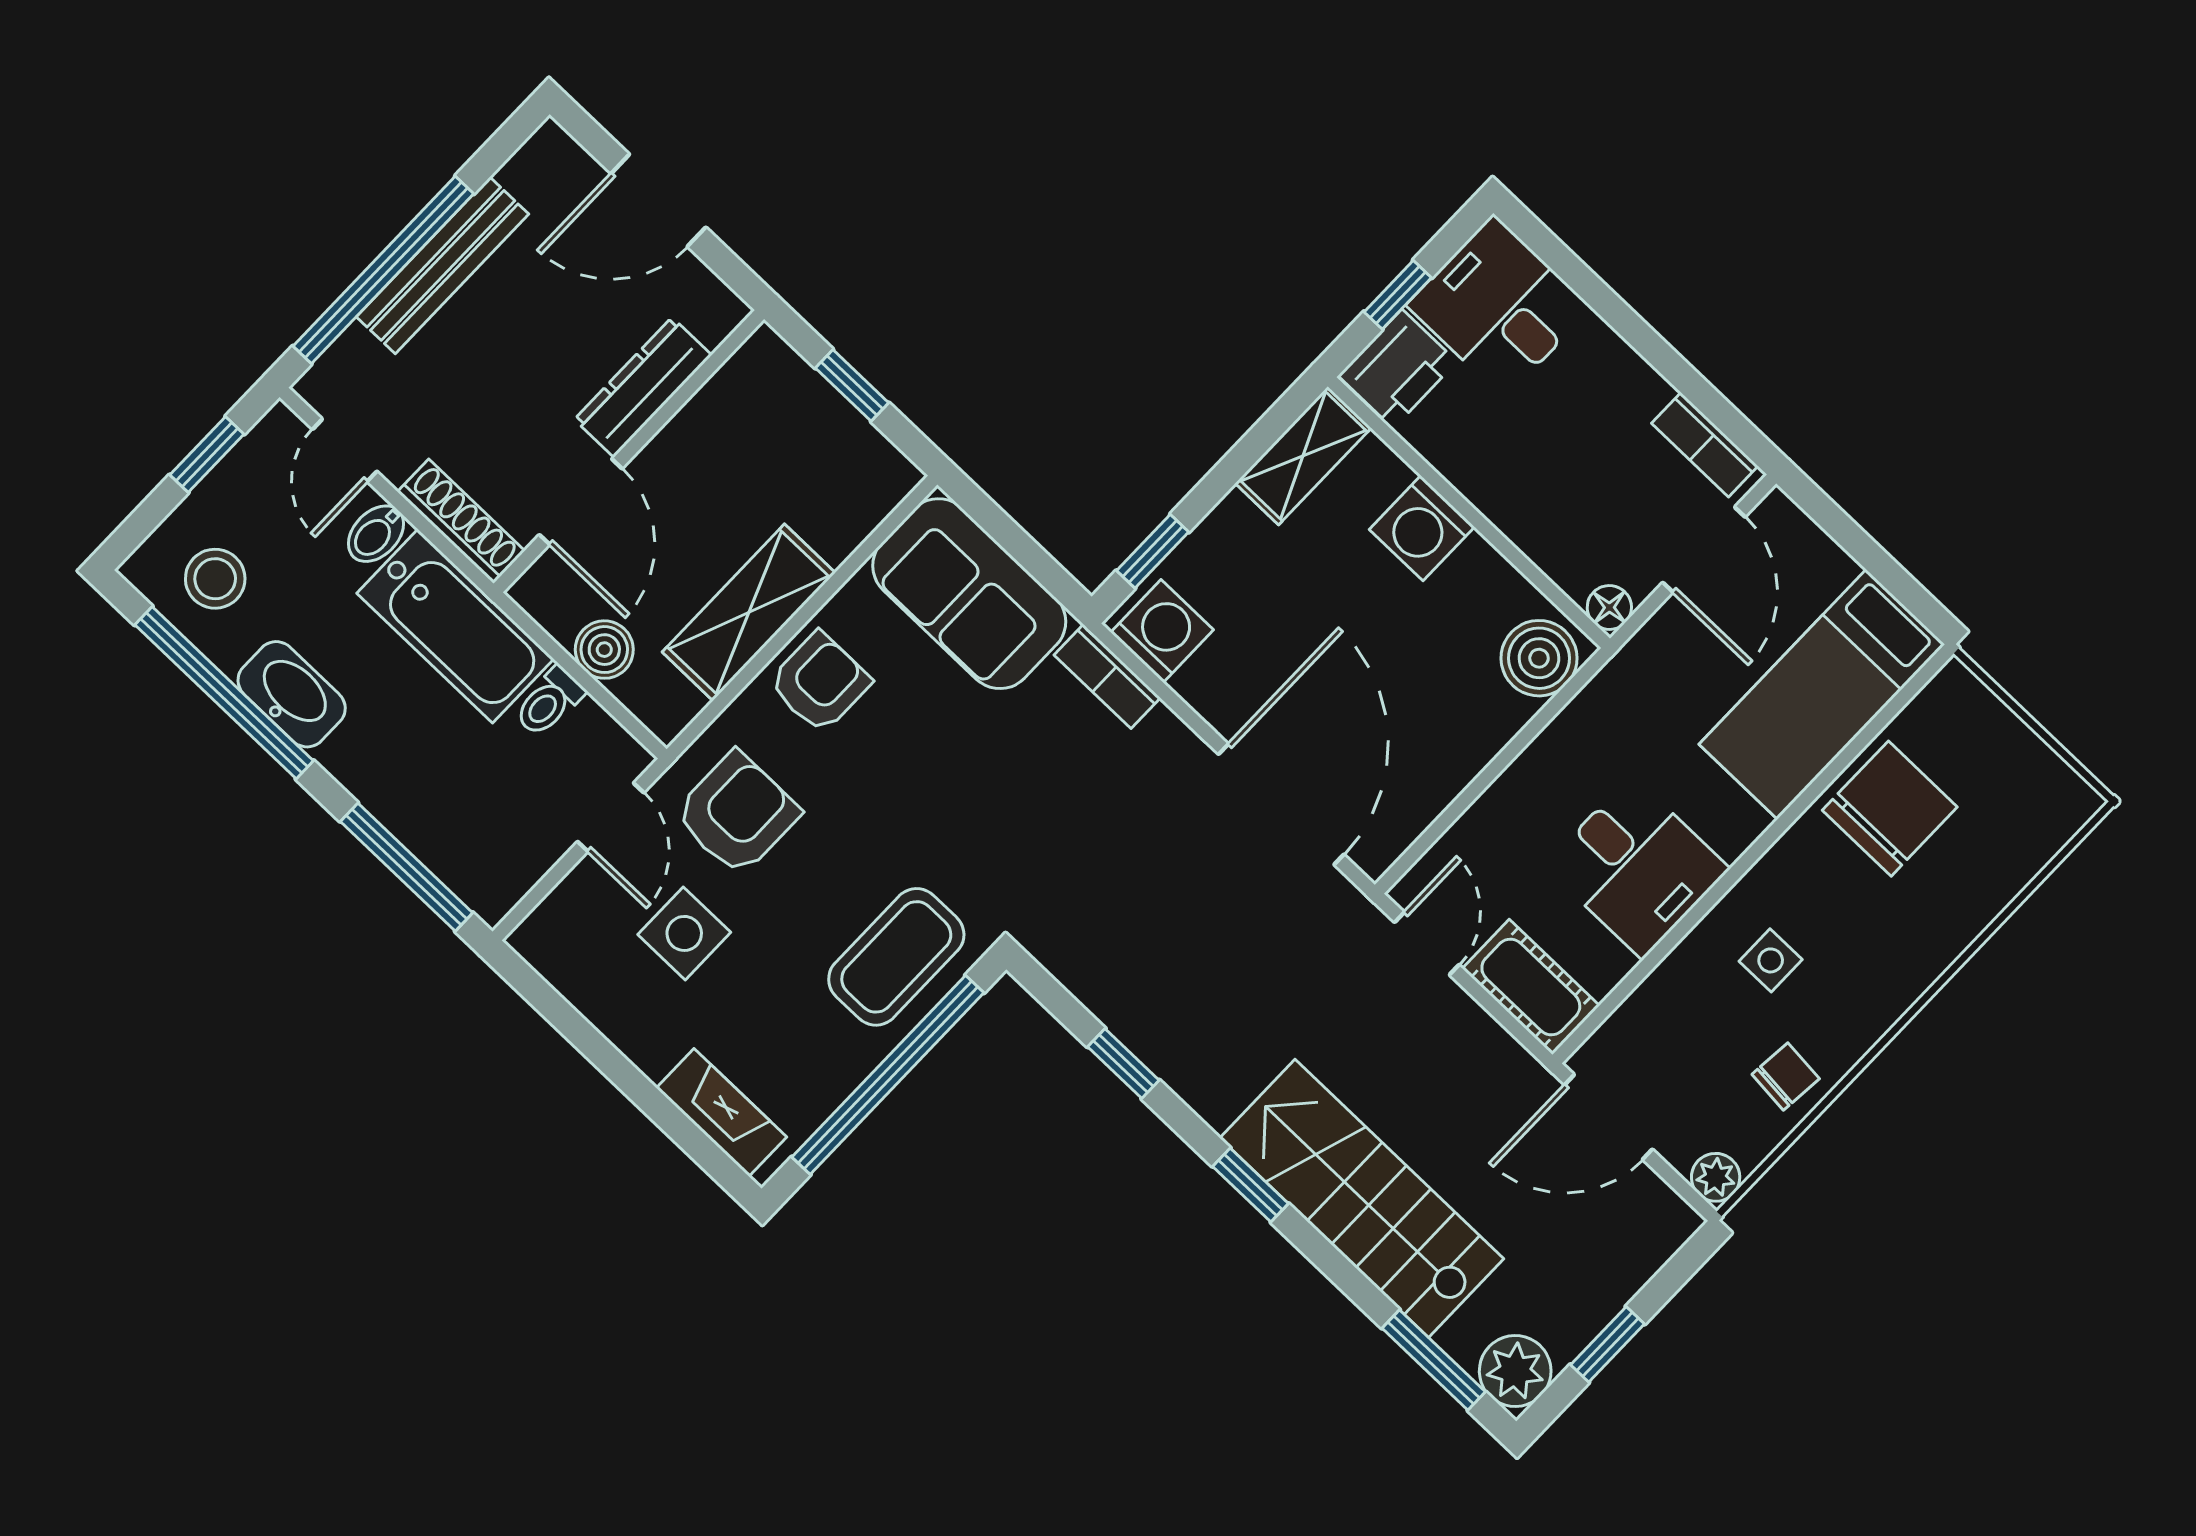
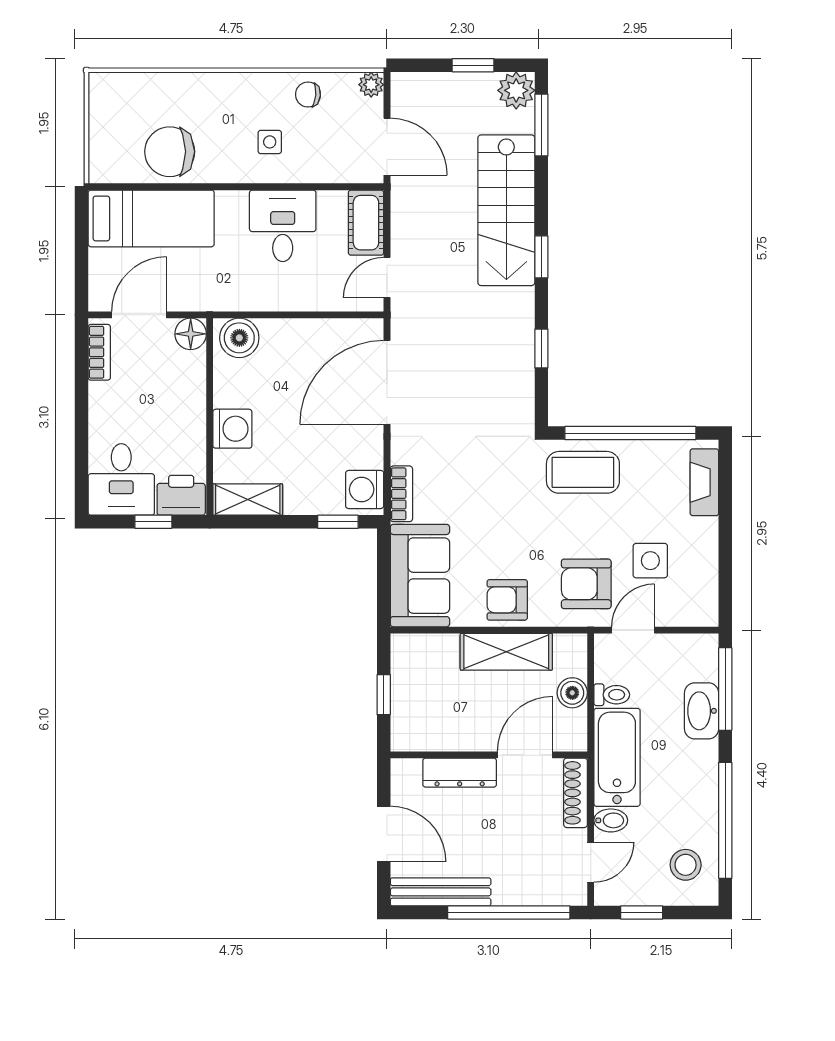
bench: (443, 265) -> (441, 892), moved
floor lamp: (1609, 608) -> (191, 334), width x1.37, depth x1.37
washbasin: (292, 694) -> (702, 711), moved

